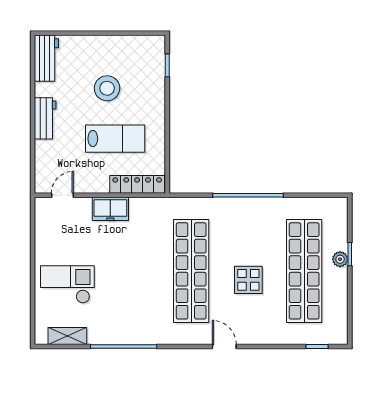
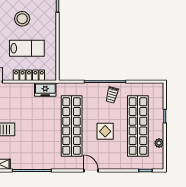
locker: (137, 184) -> (29, 75), moved
freezer: (110, 209) -> (45, 90), moved
trolley: (260, 218) -> (112, 95), added
plant: (340, 259) -> (159, 143), moved

